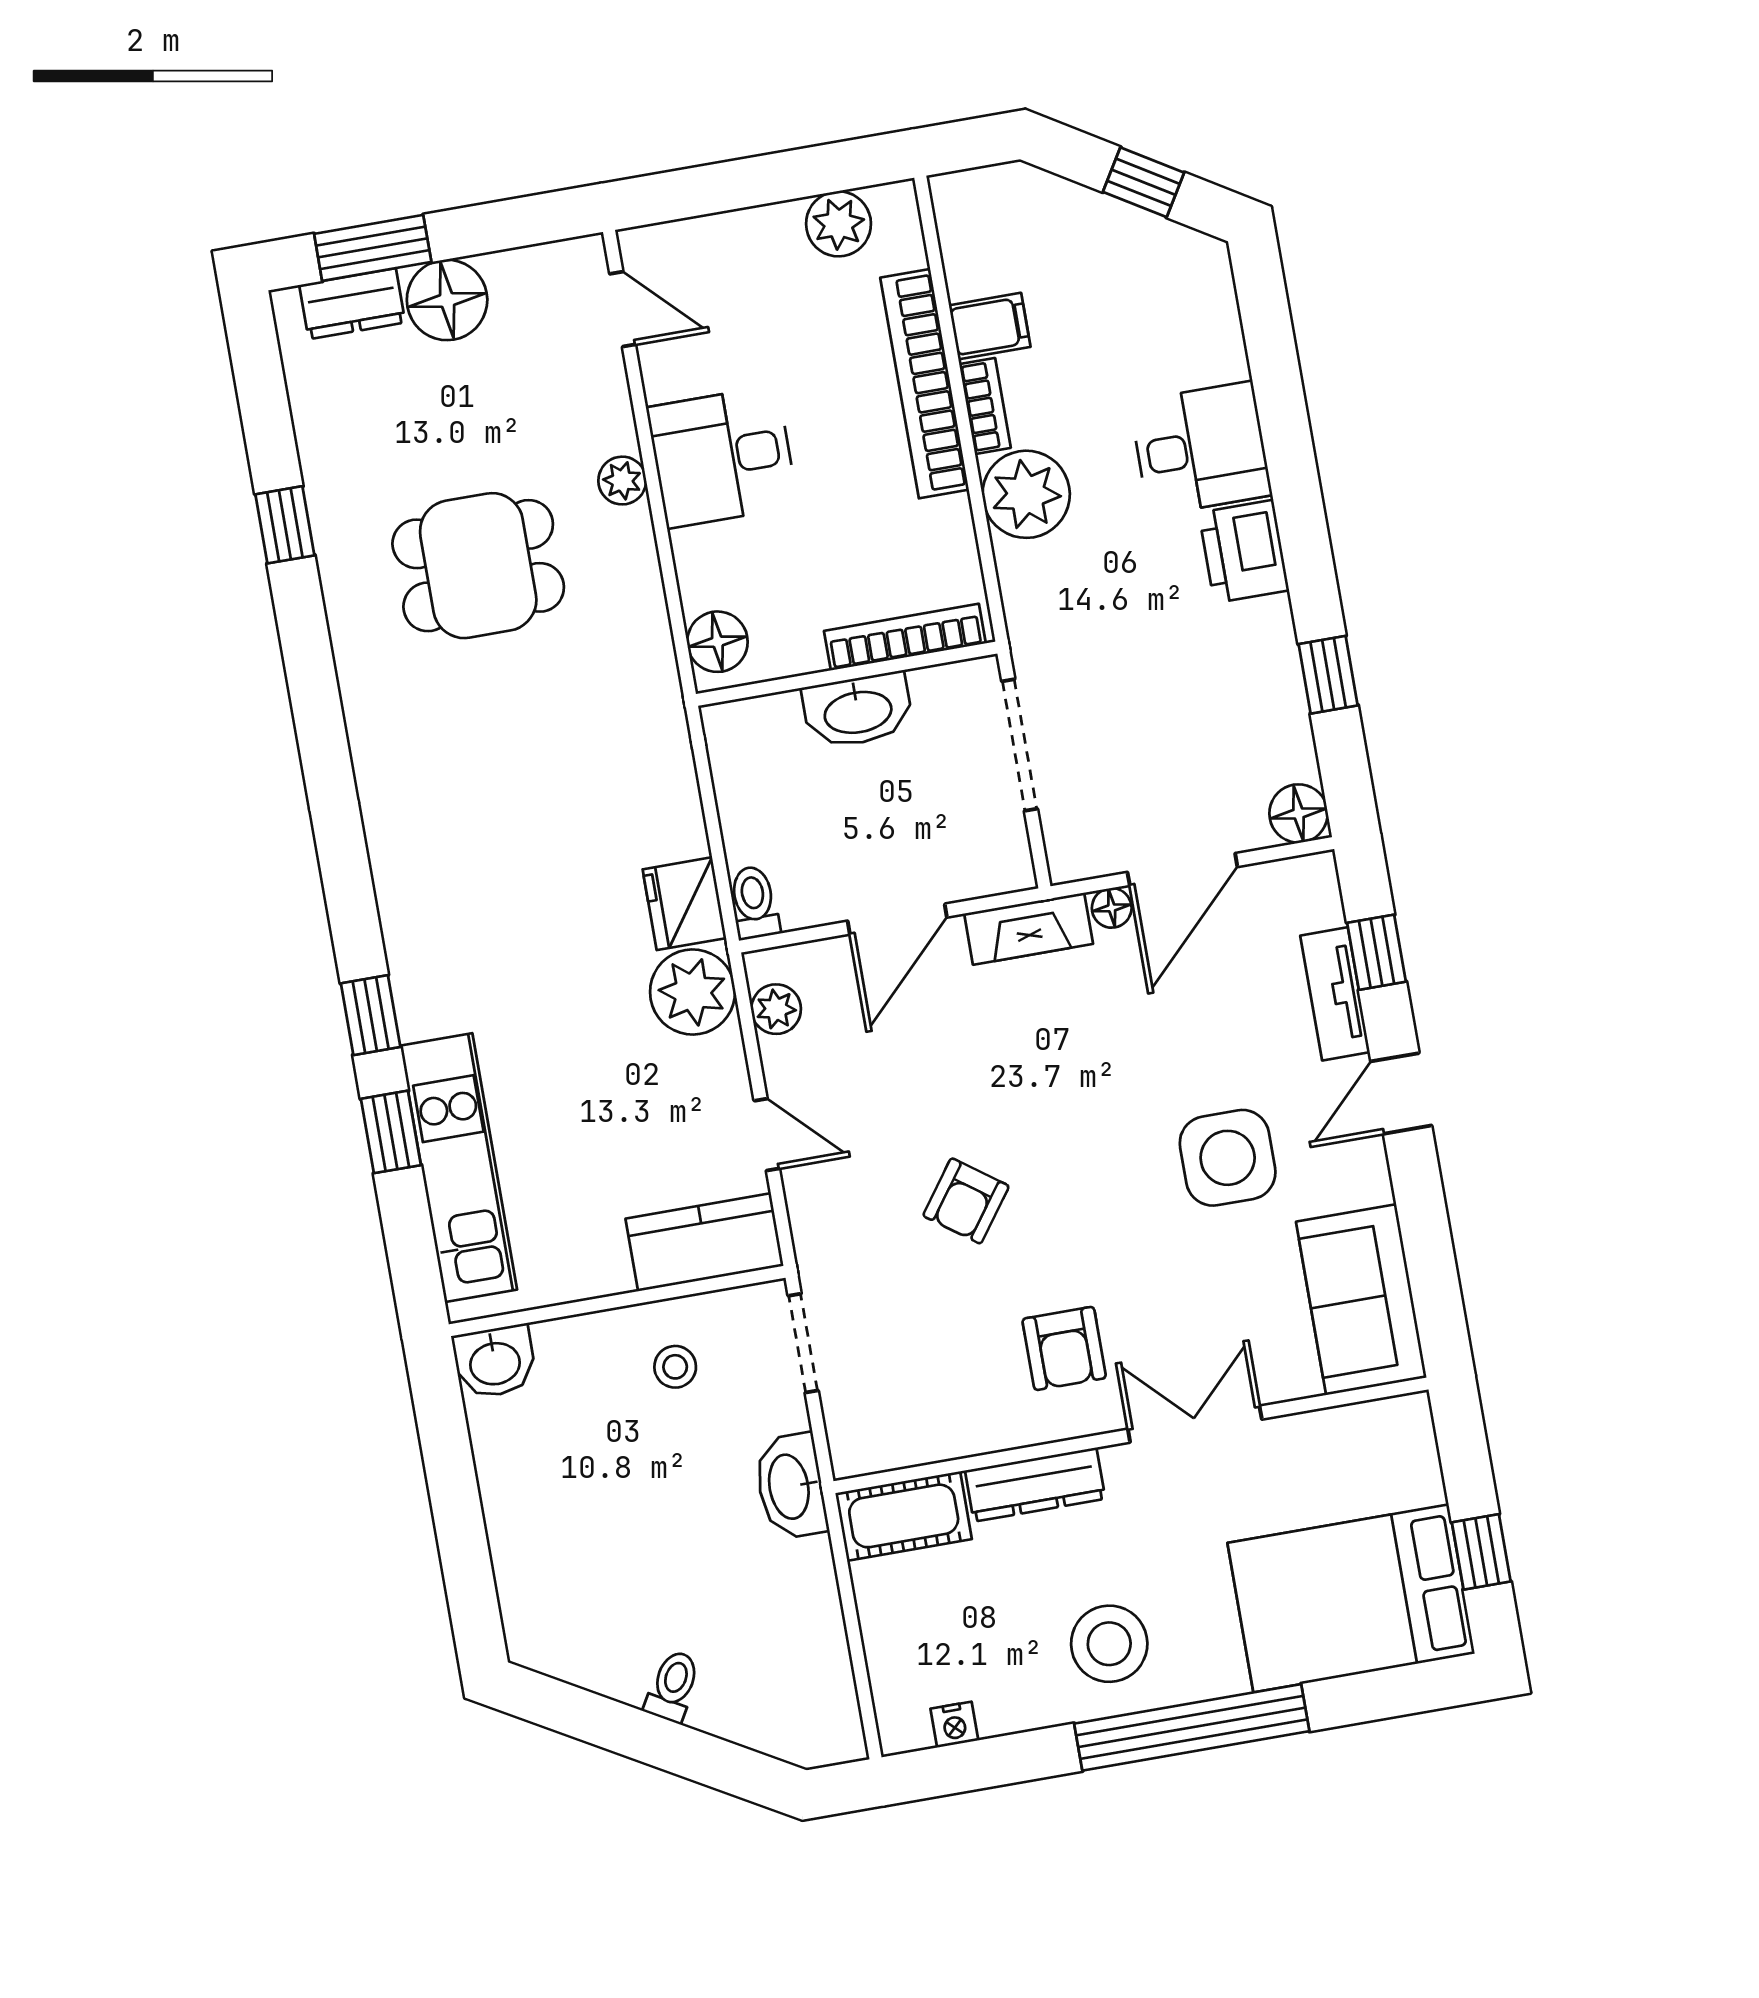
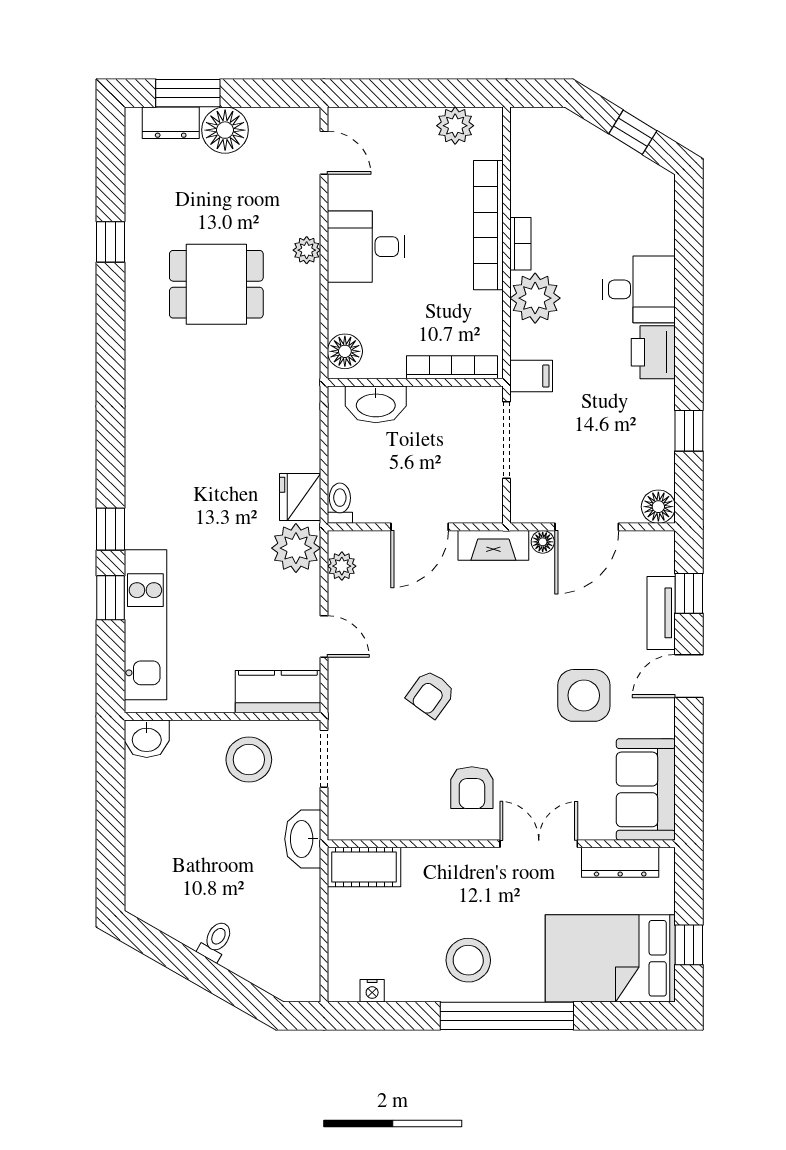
filing cabinet: (990, 326) -> (531, 376), moved
washbasin: (858, 710) -> (376, 404), moved
stool: (675, 1367) -> (249, 760), width x1.89, depth x1.89
dresser: (1035, 1485) -> (620, 862), moved

